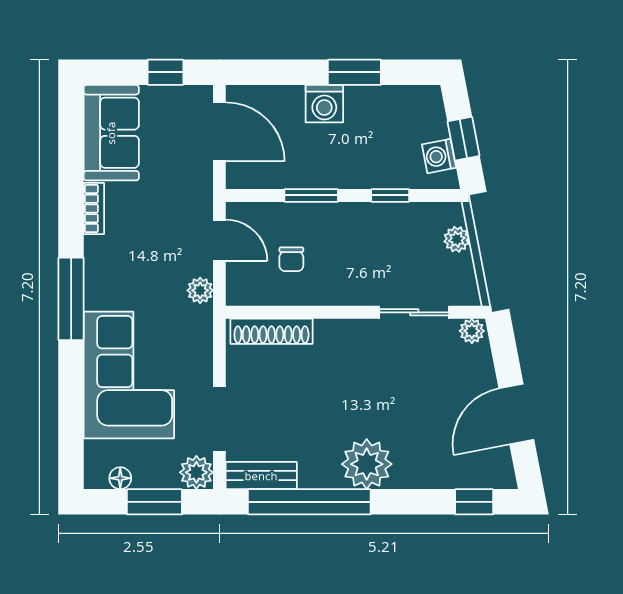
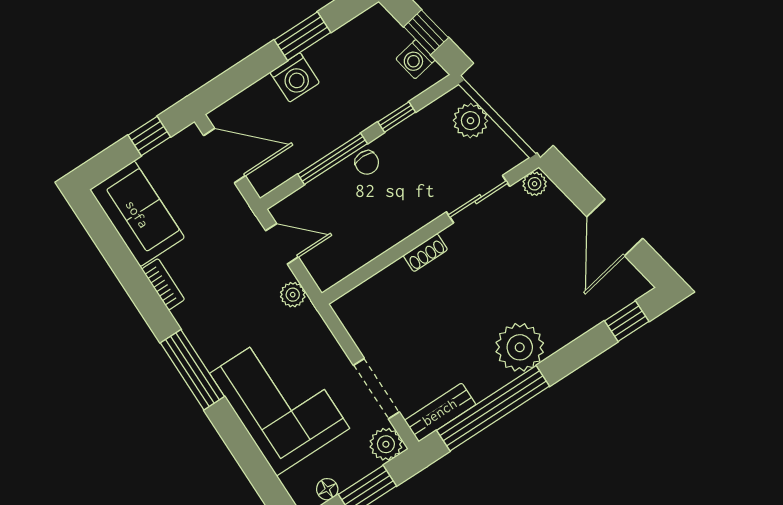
window: (311, 195) -> (333, 159), width x1.44
plant: (457, 239) -> (470, 121), width x1.38, depth x1.38
chair: (291, 259) -> (367, 163), moved
shoe rack: (271, 331) -> (425, 253), moved, width x0.51, depth x0.81

